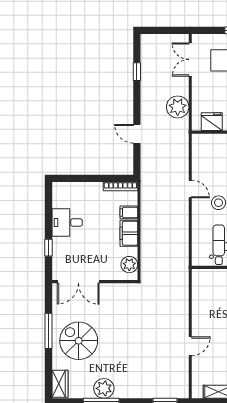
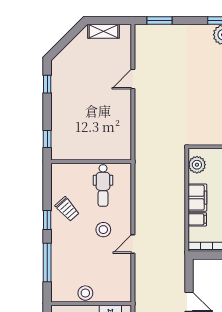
door: (190, 189) -> (133, 244), hinge flipped

